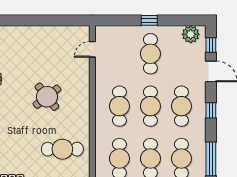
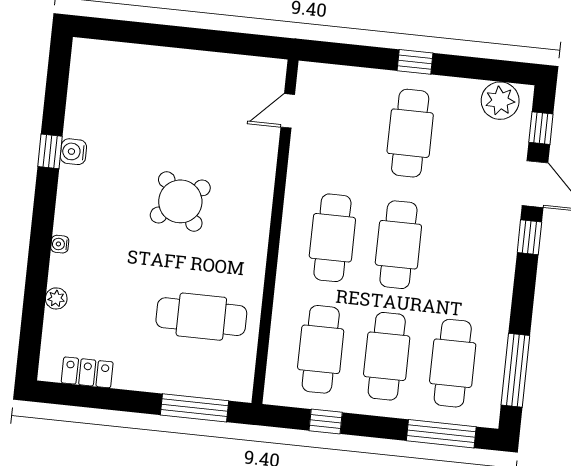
cafe table: (181, 106) -> (464, 252), removed
window: (211, 110) -> (529, 237), moved

